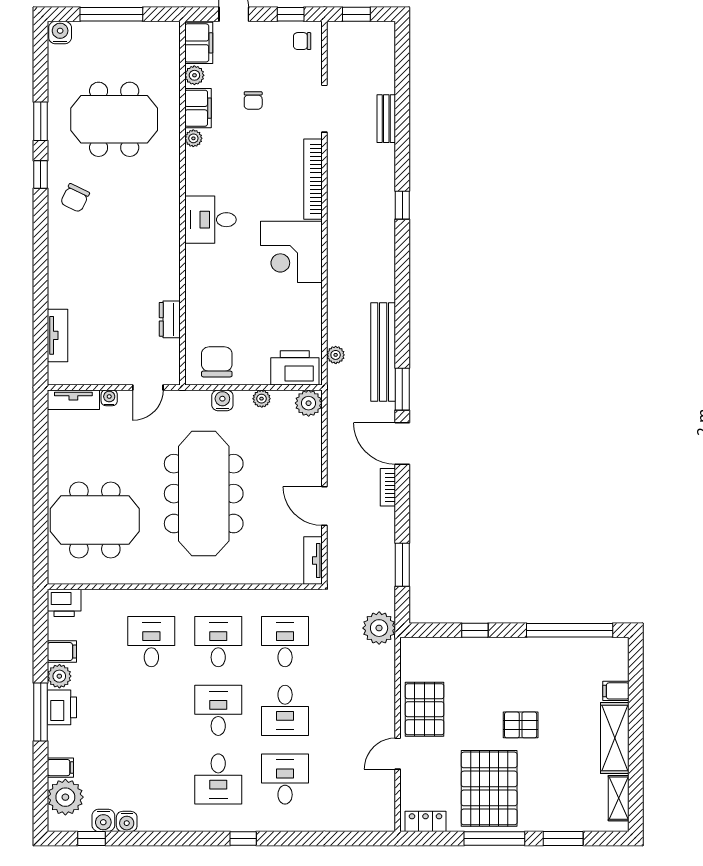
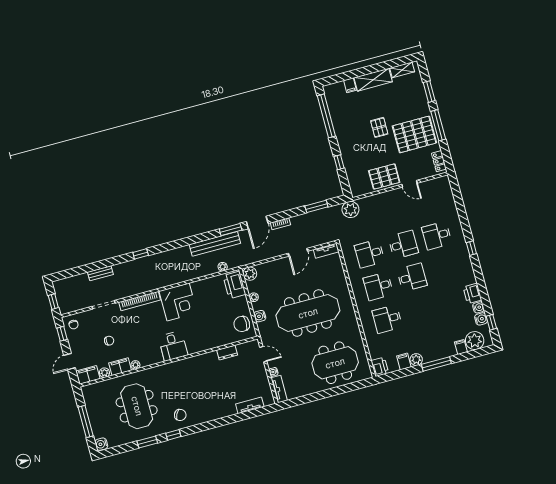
meeting table: (95, 520) -> (335, 363), turned 90
printer: (62, 707) -> (472, 293), moved, turned -90
desk: (218, 710) -> (412, 277), turned 180
desk: (218, 779) -> (446, 268), removed

